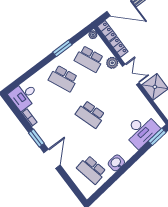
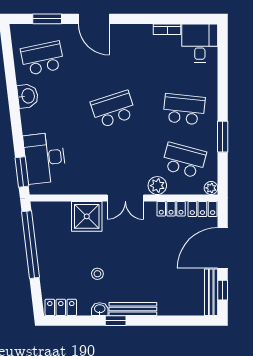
school desk: (89, 59) -> (184, 160), turned 39
school desk: (63, 78) -> (184, 109), turned 30
window: (36, 138) -> (47, 19), moved

